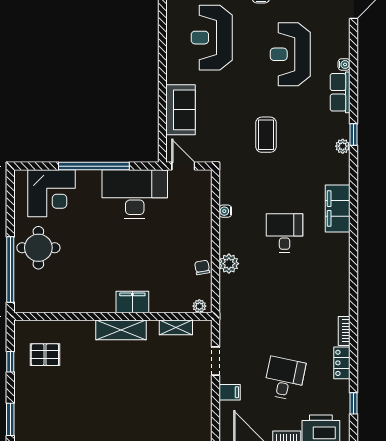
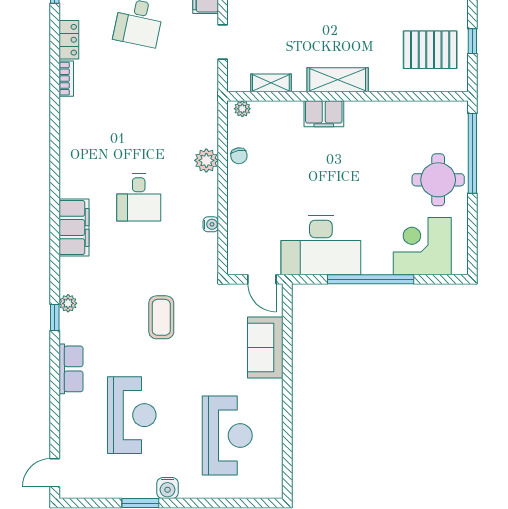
water cooler: (344, 64) -> (66, 403), removed
pallet: (45, 355) -> (430, 50), width x1.50, depth x1.42

